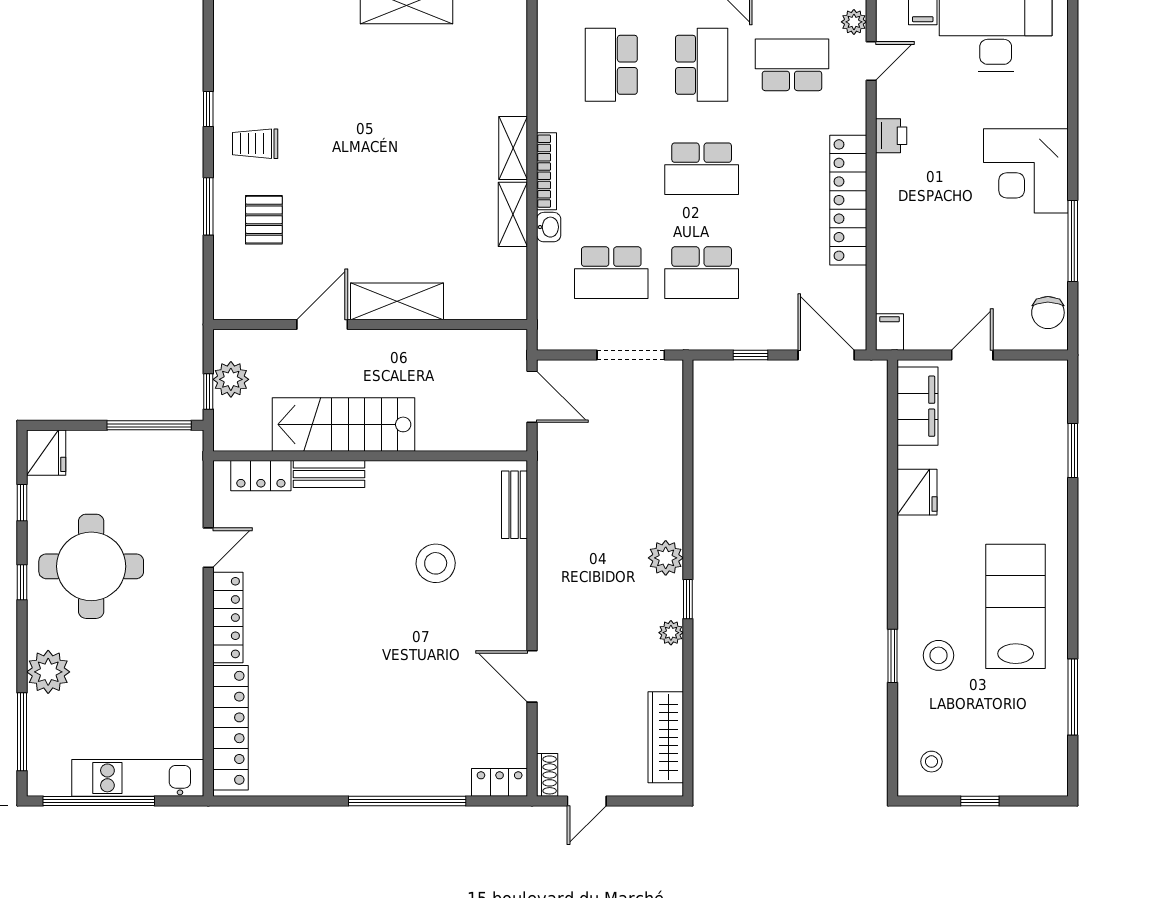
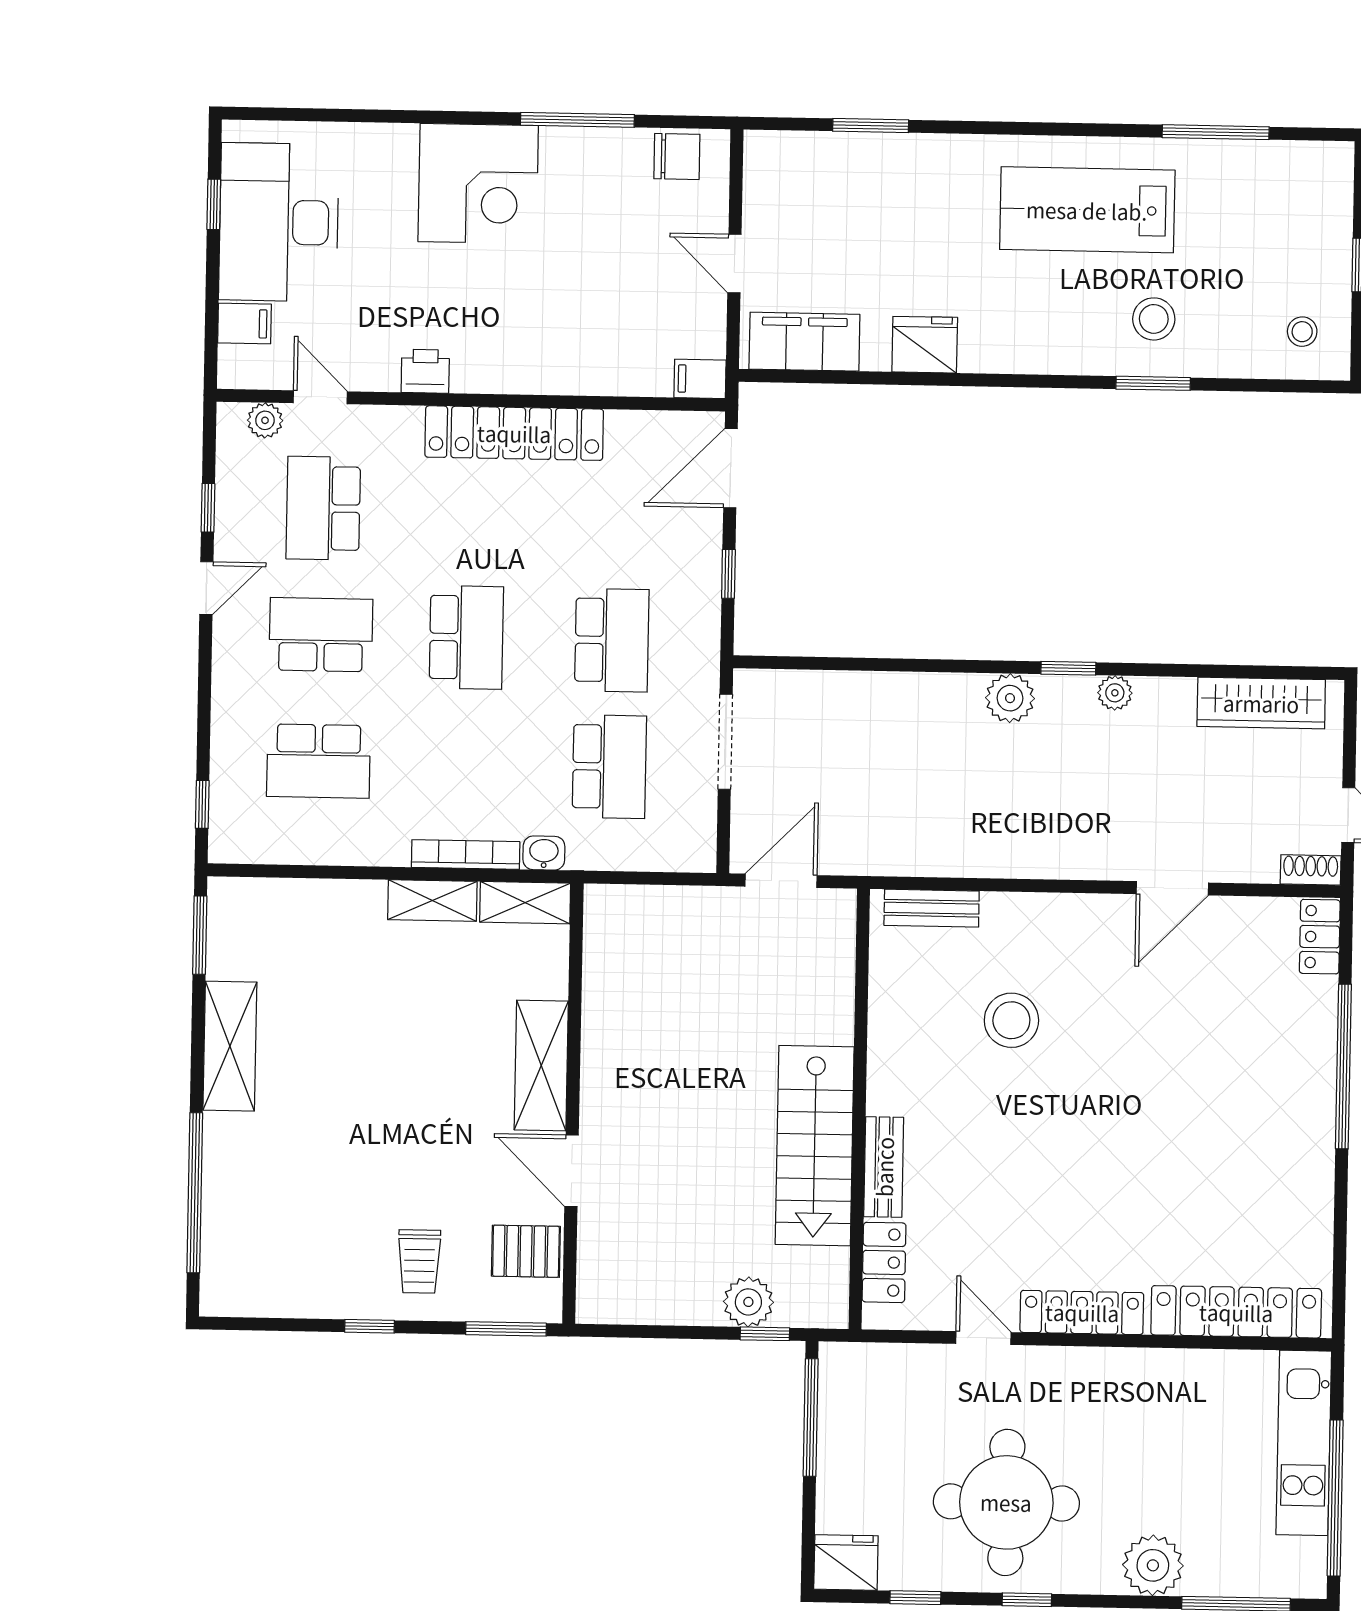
shelving: (397, 301) -> (541, 1065), moved
door: (322, 325) -> (572, 1171), moved
wall: (370, 325) -> (573, 1103), moved

